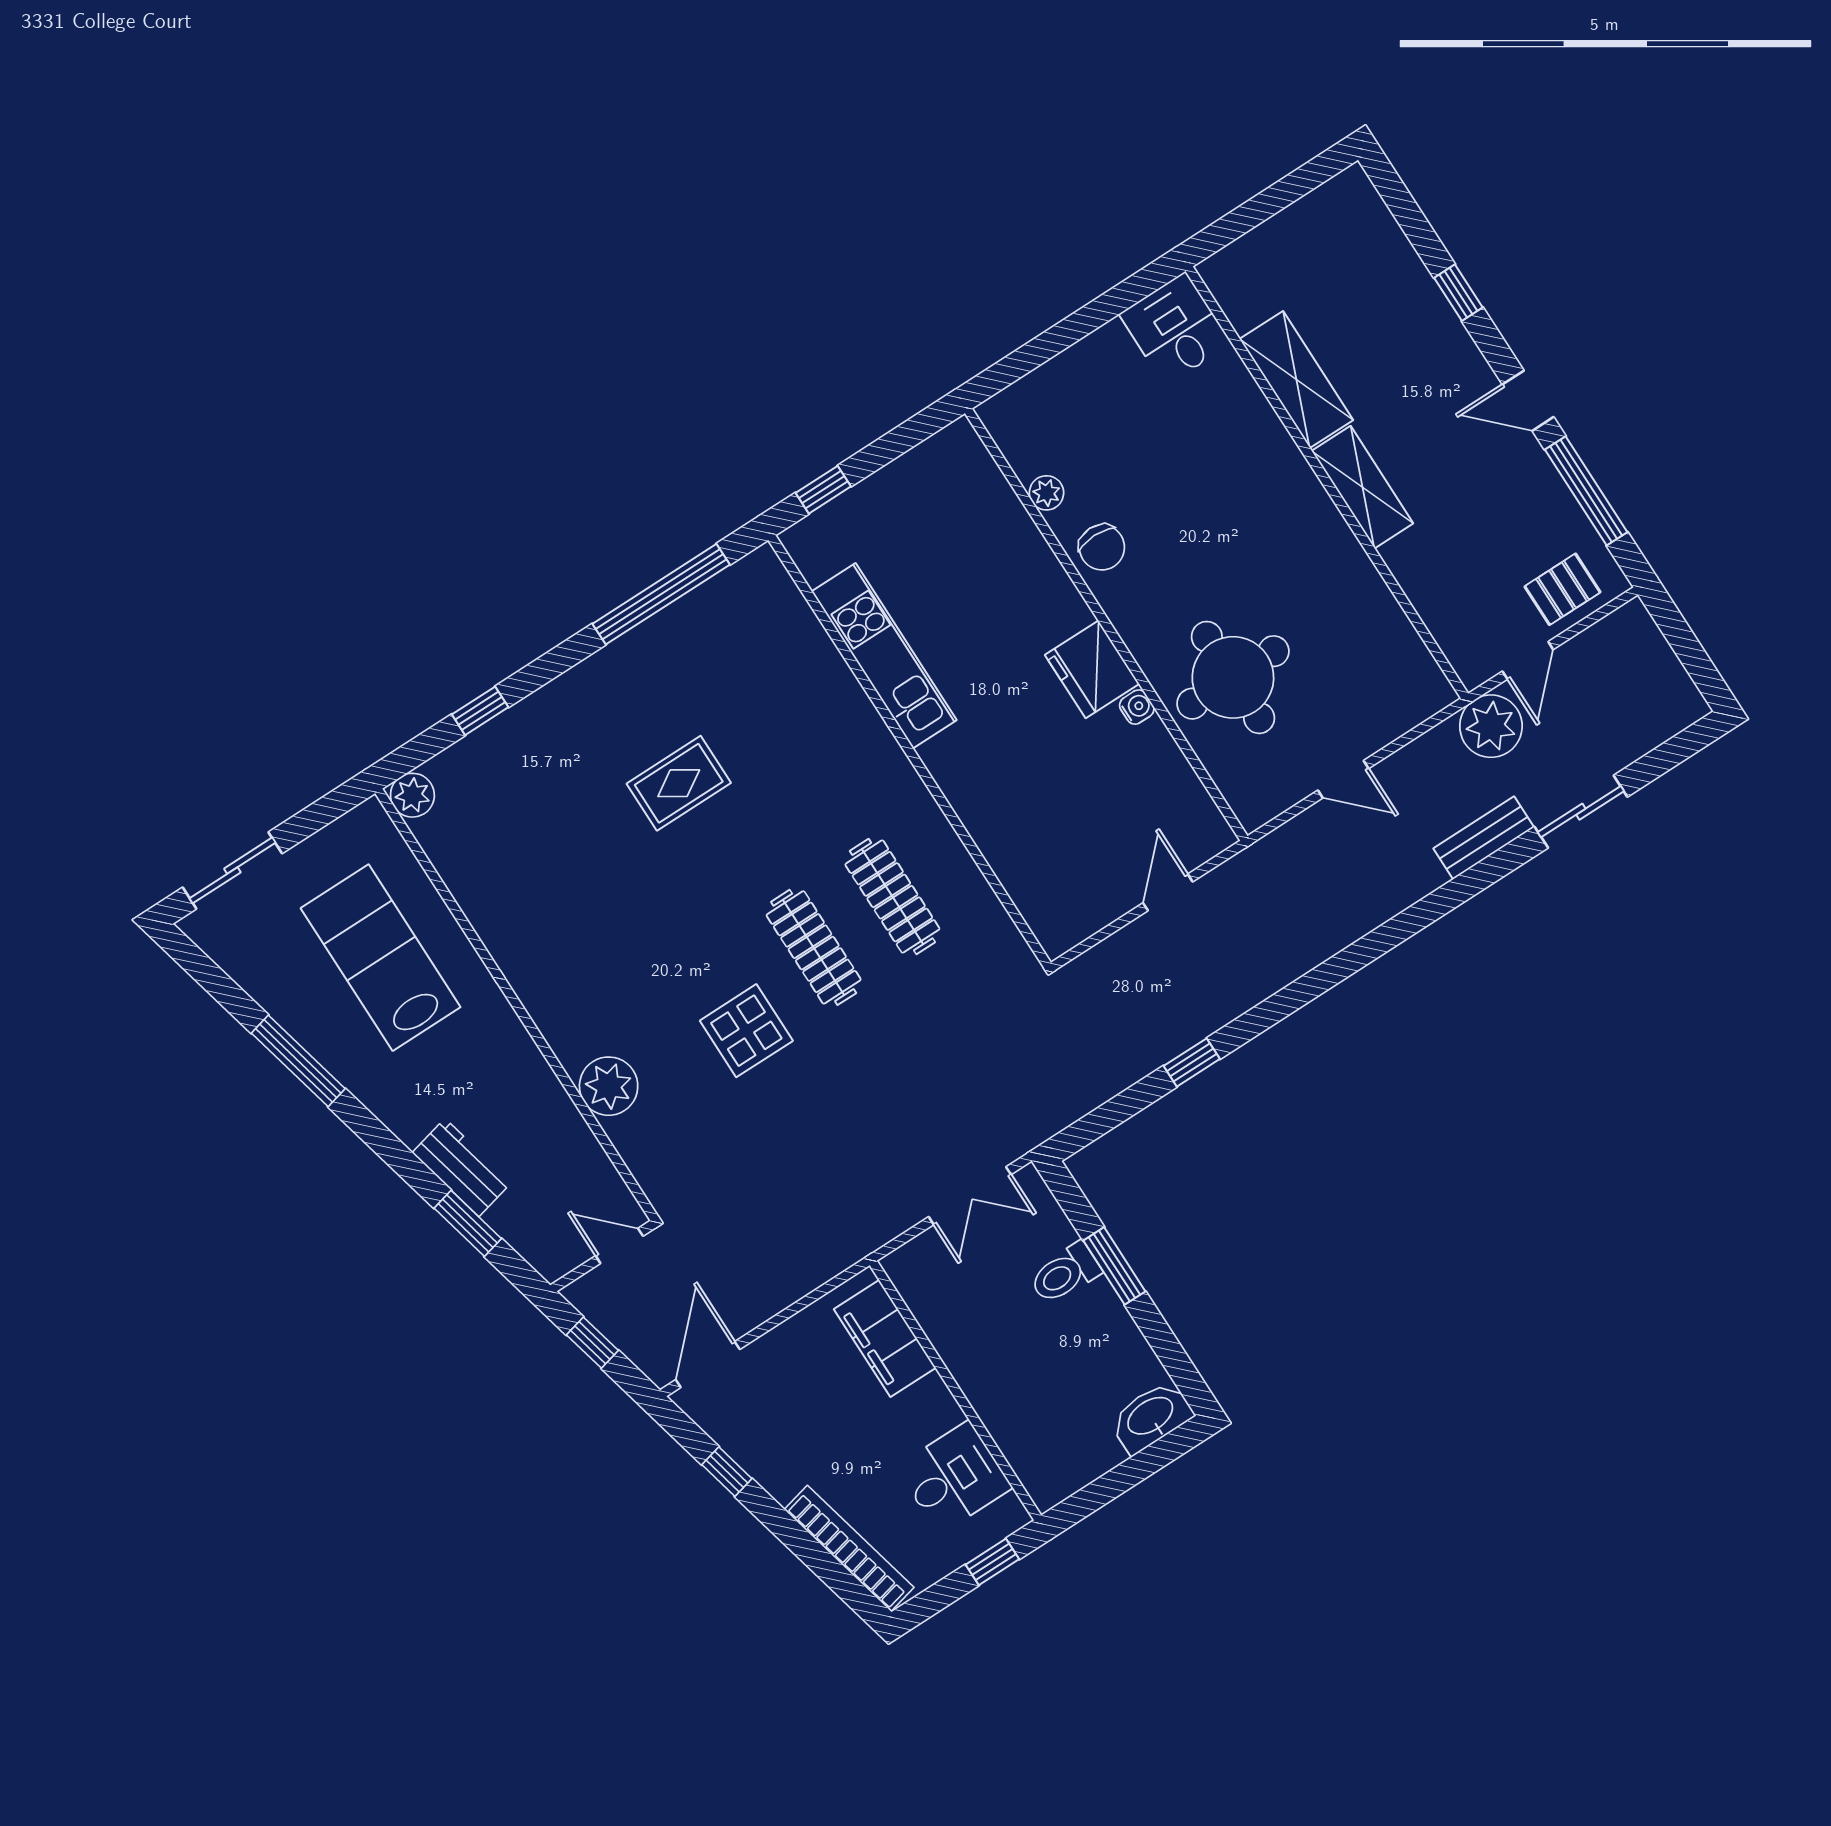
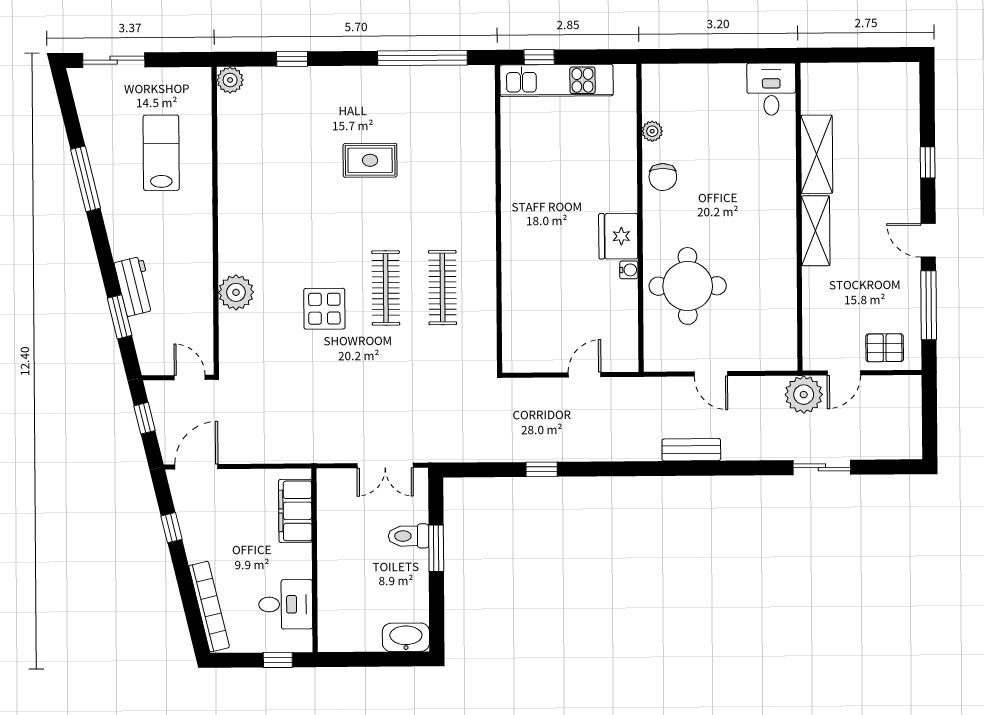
kitchen unit: (884, 656) -> (556, 80), moved, turned 90
bench: (1484, 838) -> (691, 450), moved
lab bench: (381, 958) -> (161, 153), width x0.73, depth x0.72

